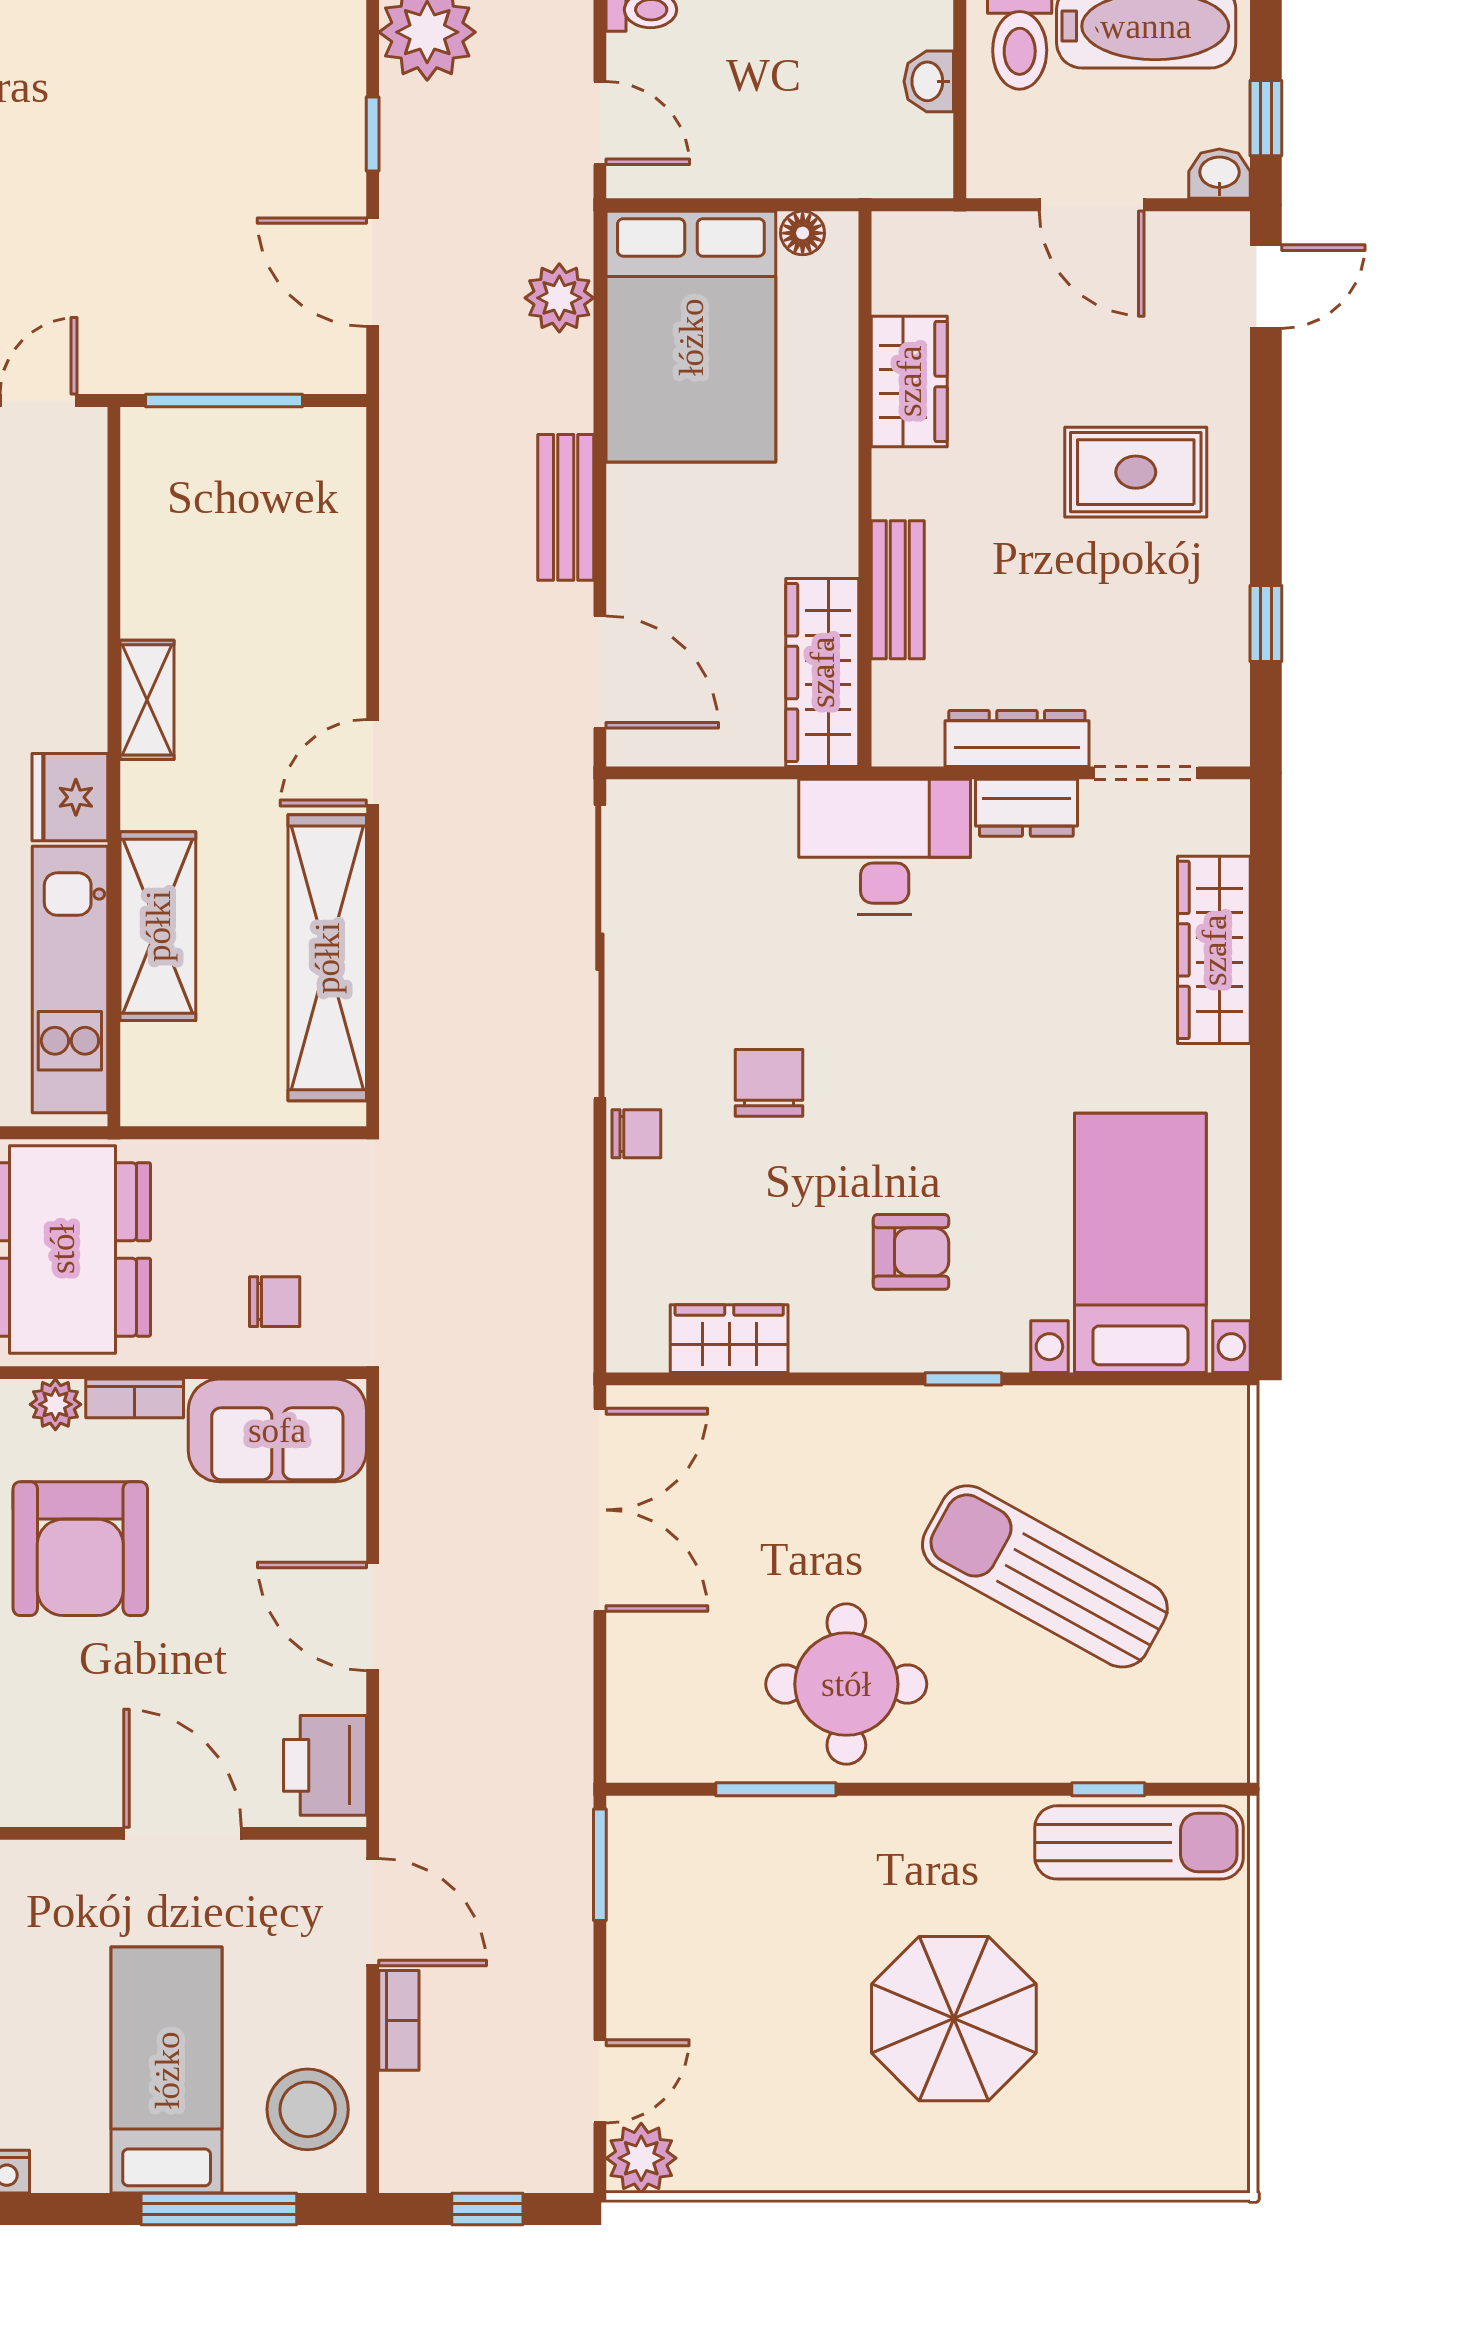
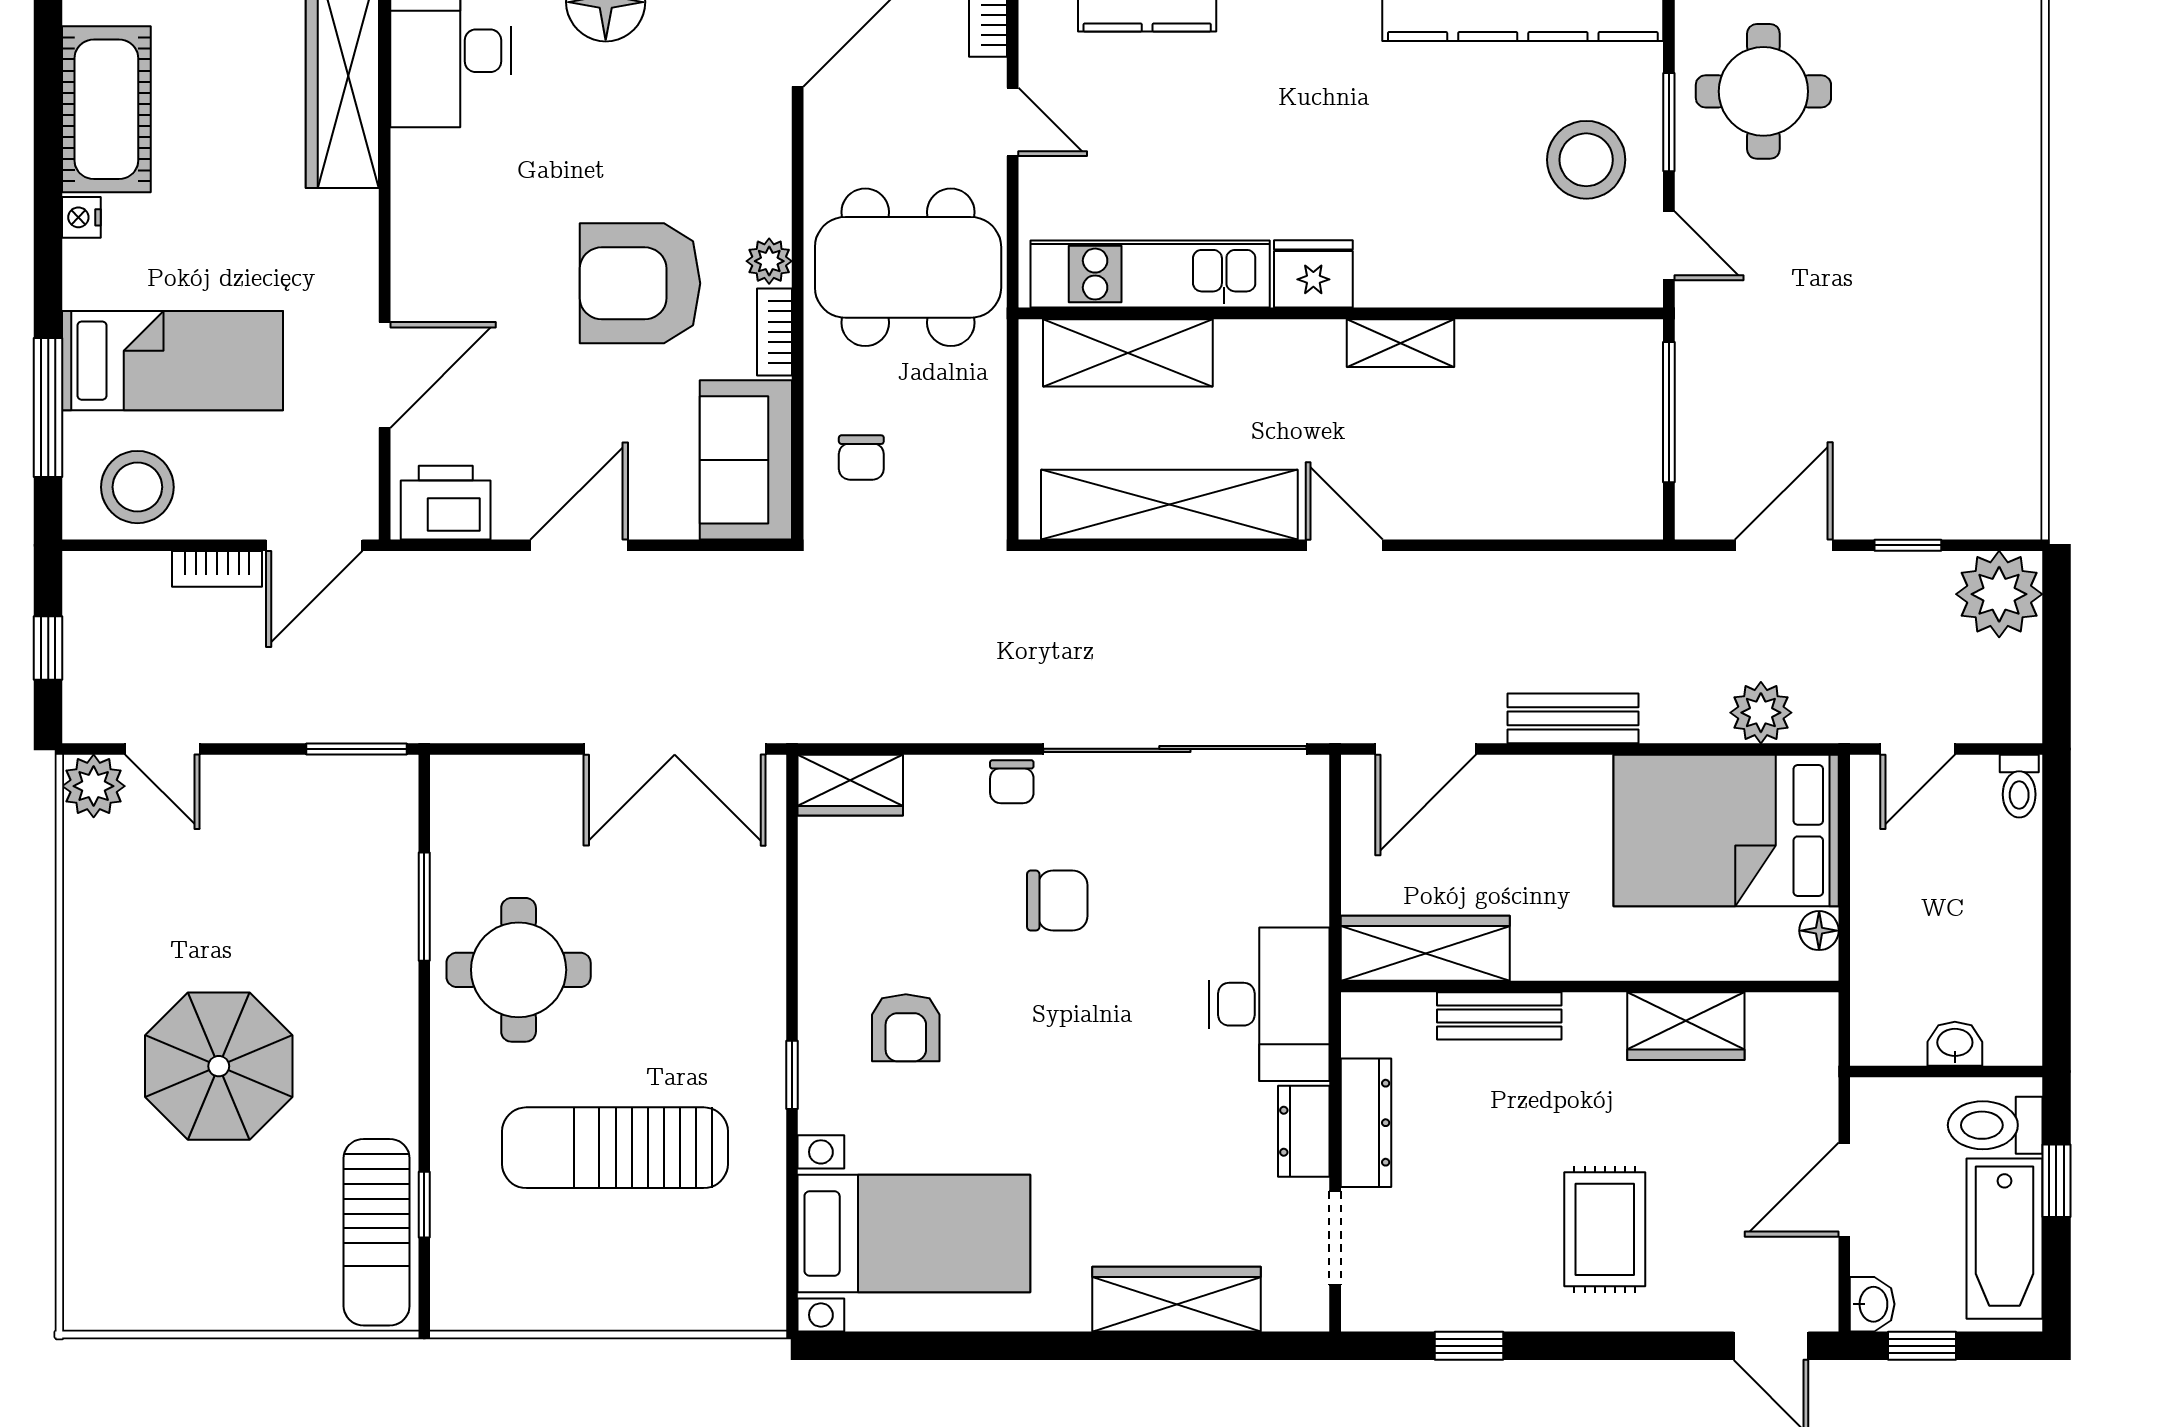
shelving: (158, 926) -> (1128, 353), moved
wardrobe: (729, 1339) -> (850, 785), moved, turned 90
sun lounger: (1045, 1576) -> (615, 1148), turned -119

